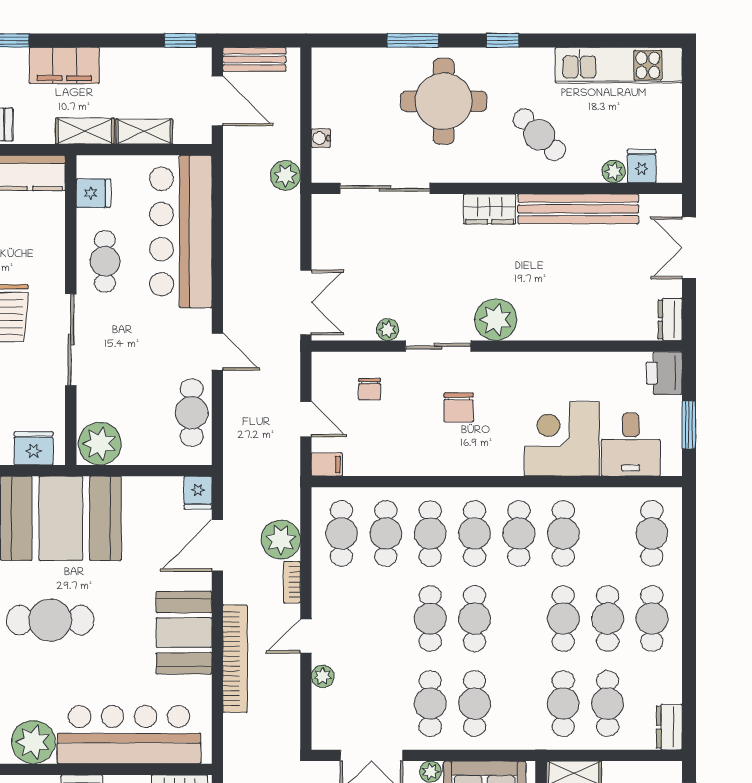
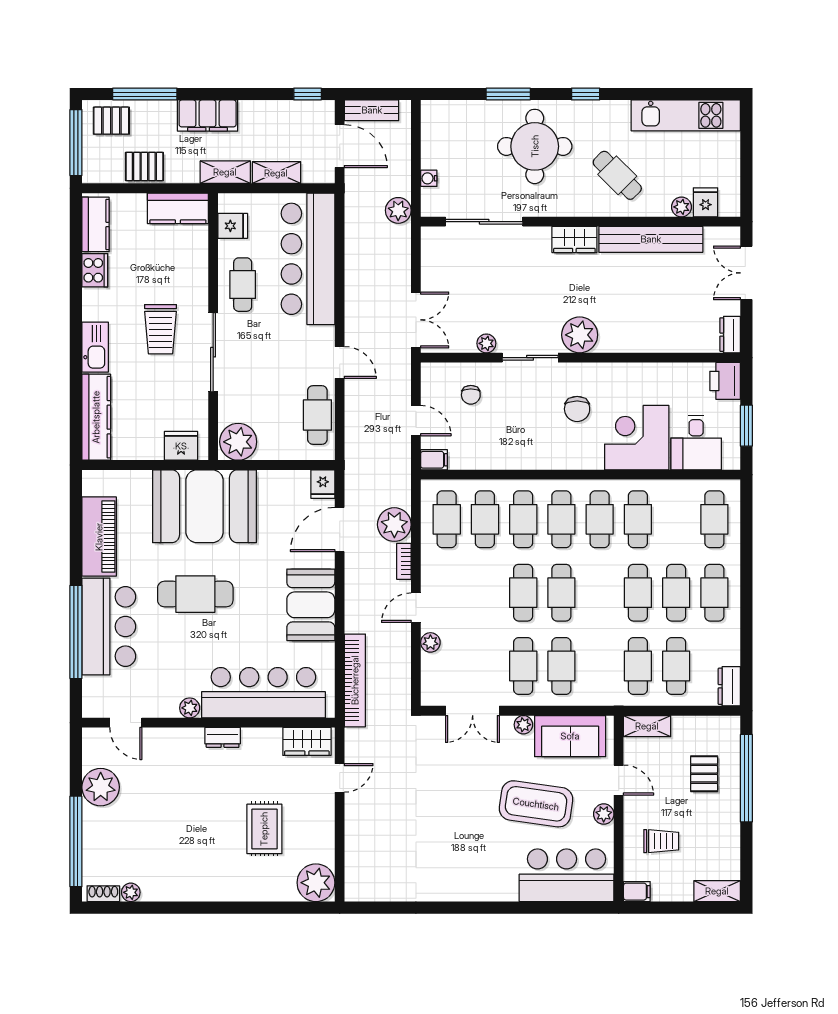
chair: (459, 407) -> (577, 409), moved
bookcase: (235, 659) -> (355, 680), moved
plant: (33, 742) -> (190, 708), width x0.53, depth x0.53

